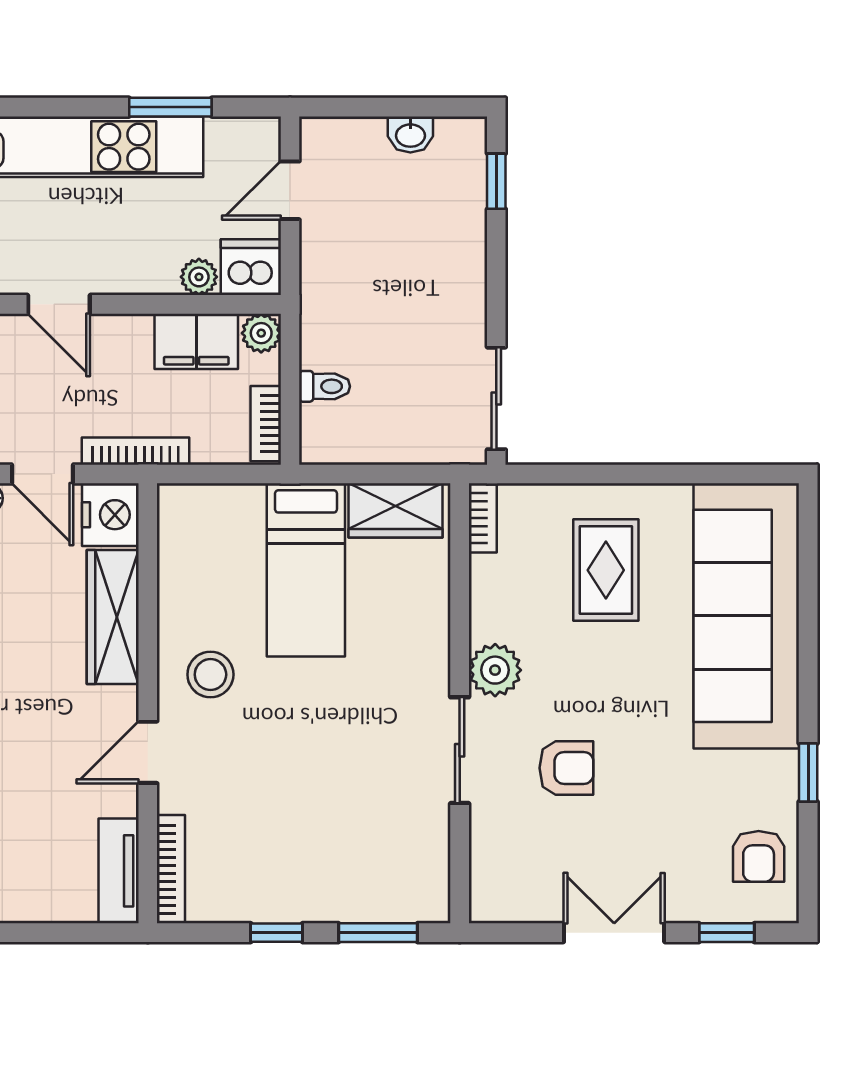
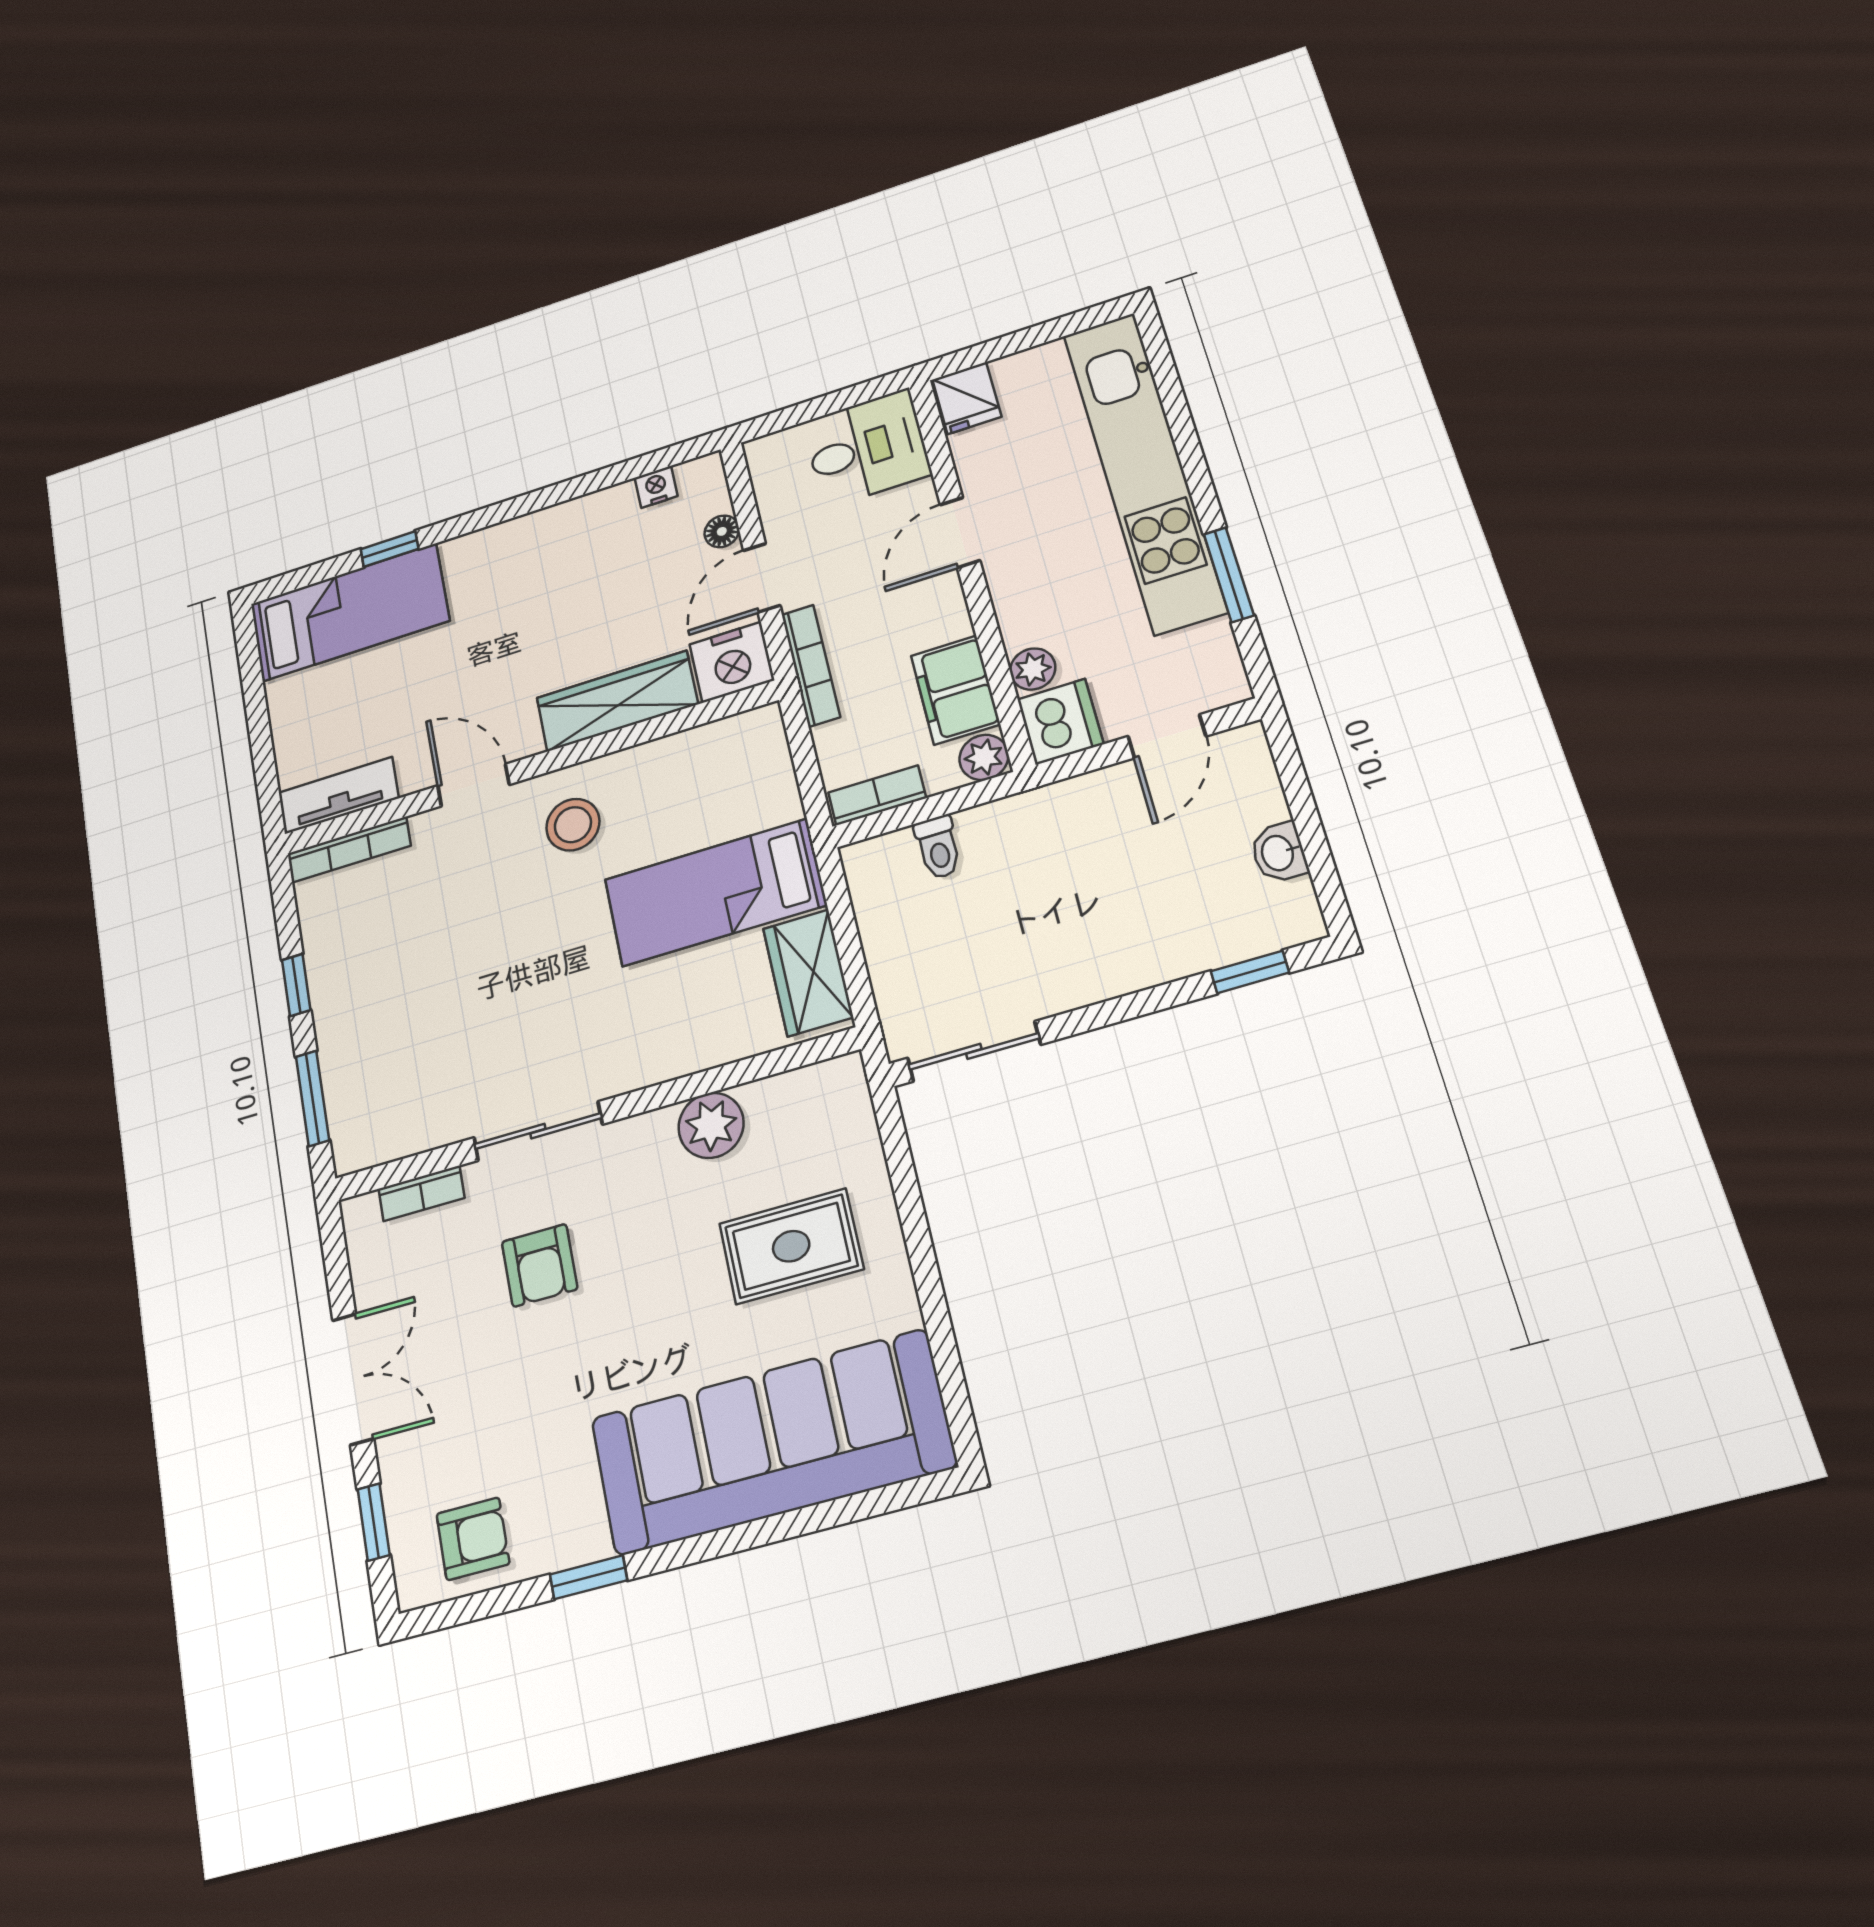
door: (290, 190) -> (1167, 736), swing flipped
bookcase: (483, 518) -> (421, 1193), moved
plant: (495, 670) -> (711, 1125), moved
armchair: (759, 856) -> (473, 1539), turned 180

